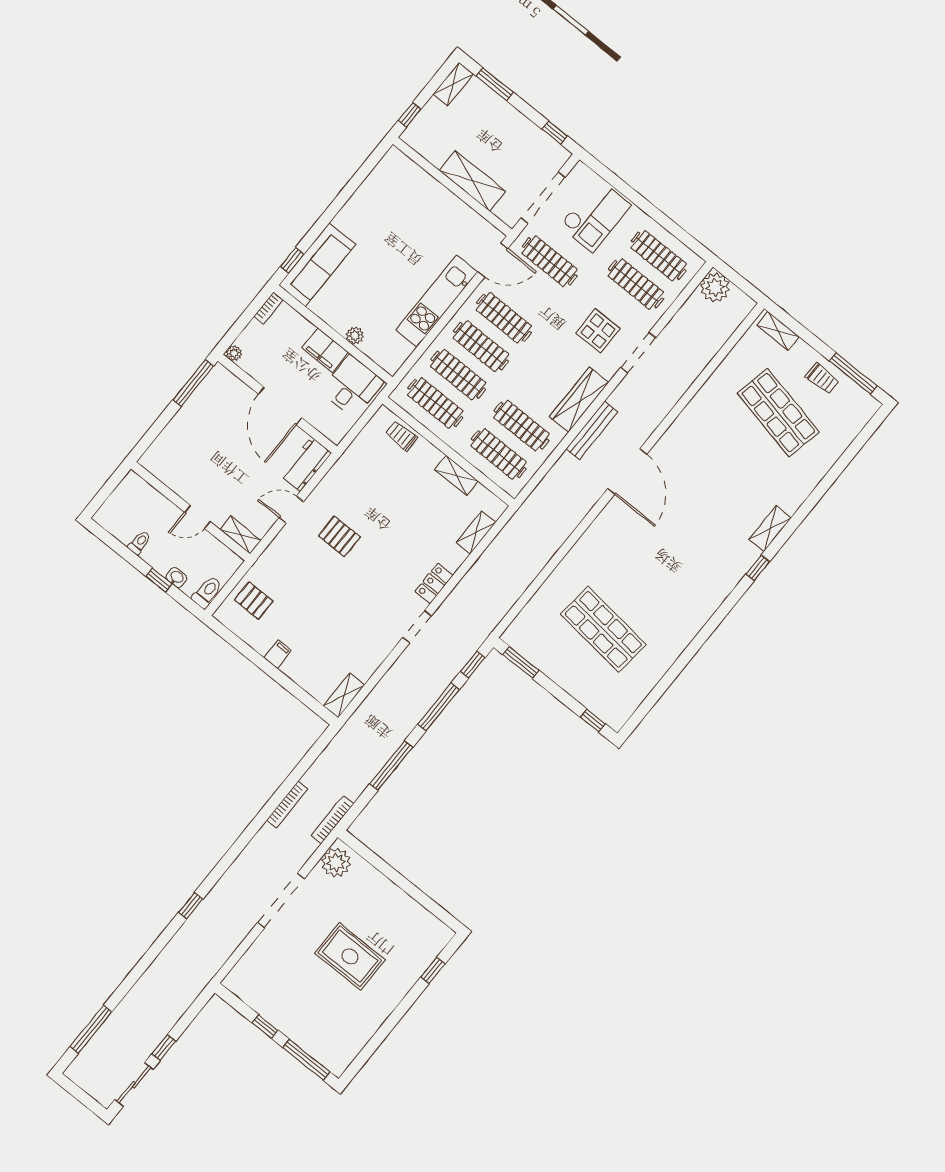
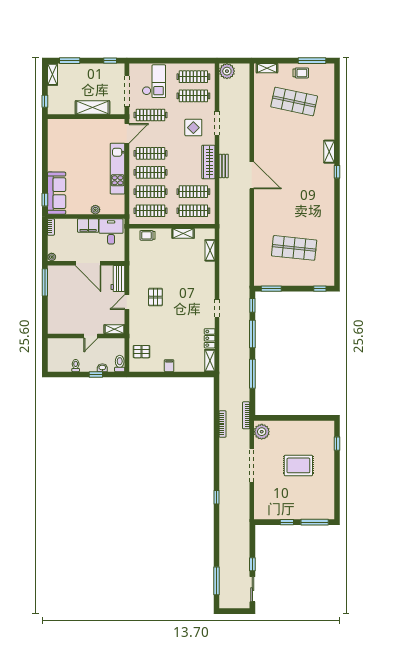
bench: (592, 430) -> (224, 166), width x0.73
pallet: (339, 536) -> (155, 297), turned 90
locker: (434, 584) -> (210, 338), moved

